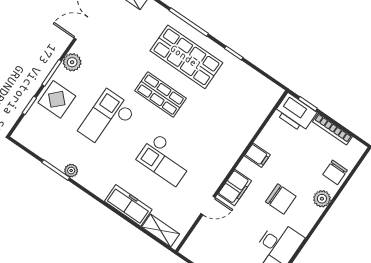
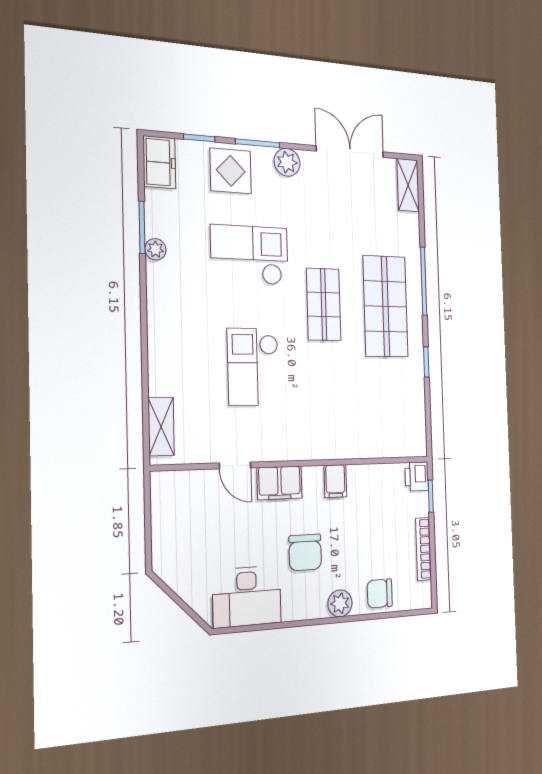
printer: (295, 113) -> (417, 476), width x0.53, depth x0.68
freezer: (128, 205) -> (159, 162), moved, width x0.71

